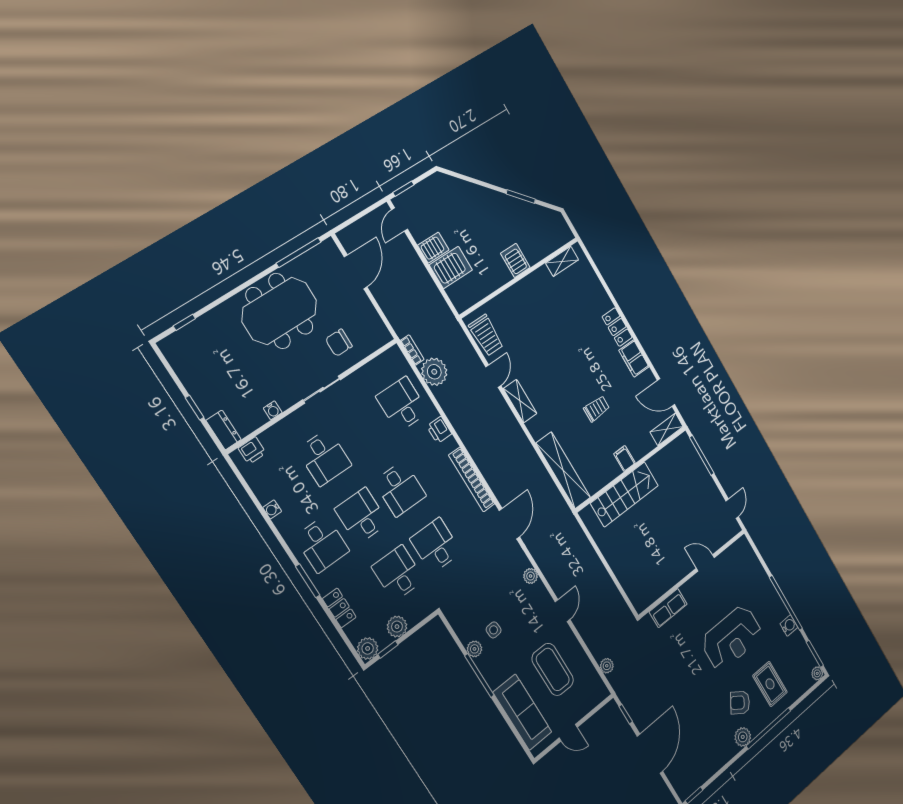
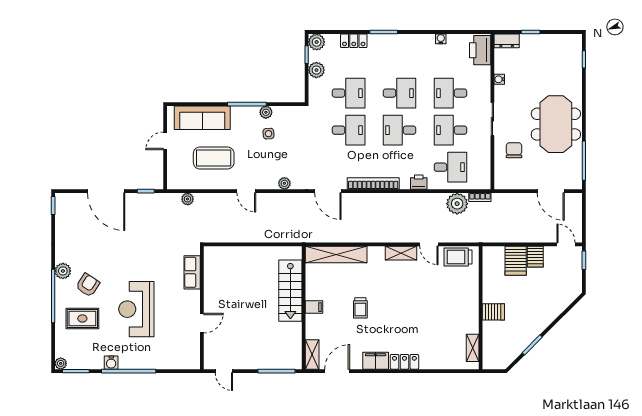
printer: (252, 451) -> (480, 50), width x1.87, depth x1.48
desk: (322, 544) -> (450, 130), moved

